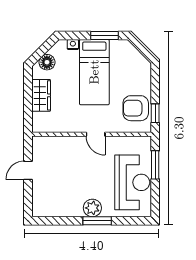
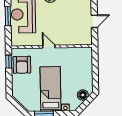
wardrobe: (41, 95) -> (86, 72), removed
armchair: (136, 108) -> (22, 65), turned 90
window: (155, 165) -> (8, 16), moved

